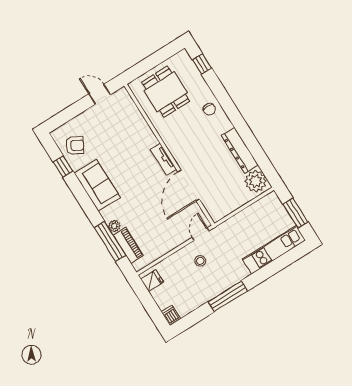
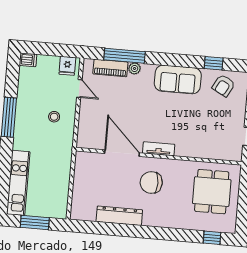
dining table: (166, 92) -> (212, 192), turned 90
chair: (209, 109) -> (151, 182), moved, width x1.87, depth x1.87
plant: (256, 181) -> (85, 210), removed
door: (201, 234) -> (79, 89), moved

